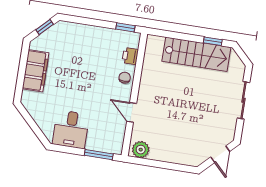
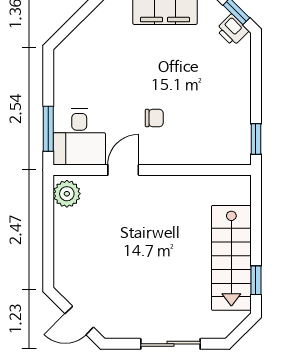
printer: (130, 56) -> (232, 30), moved, turned -135
chair: (125, 78) -> (154, 118), moved
desk: (71, 129) -> (79, 137), moved, turned -90

